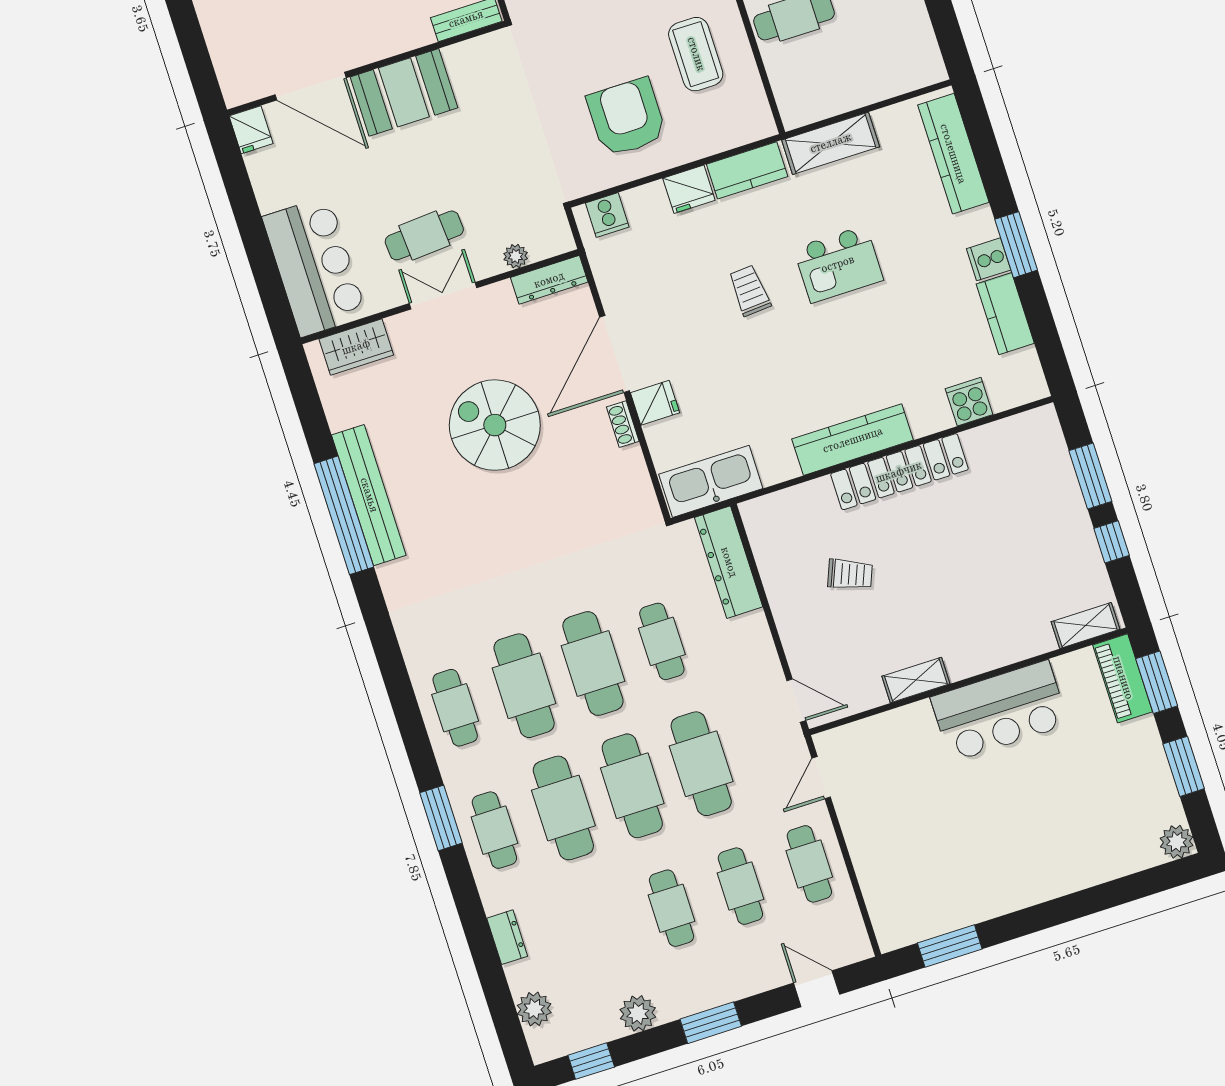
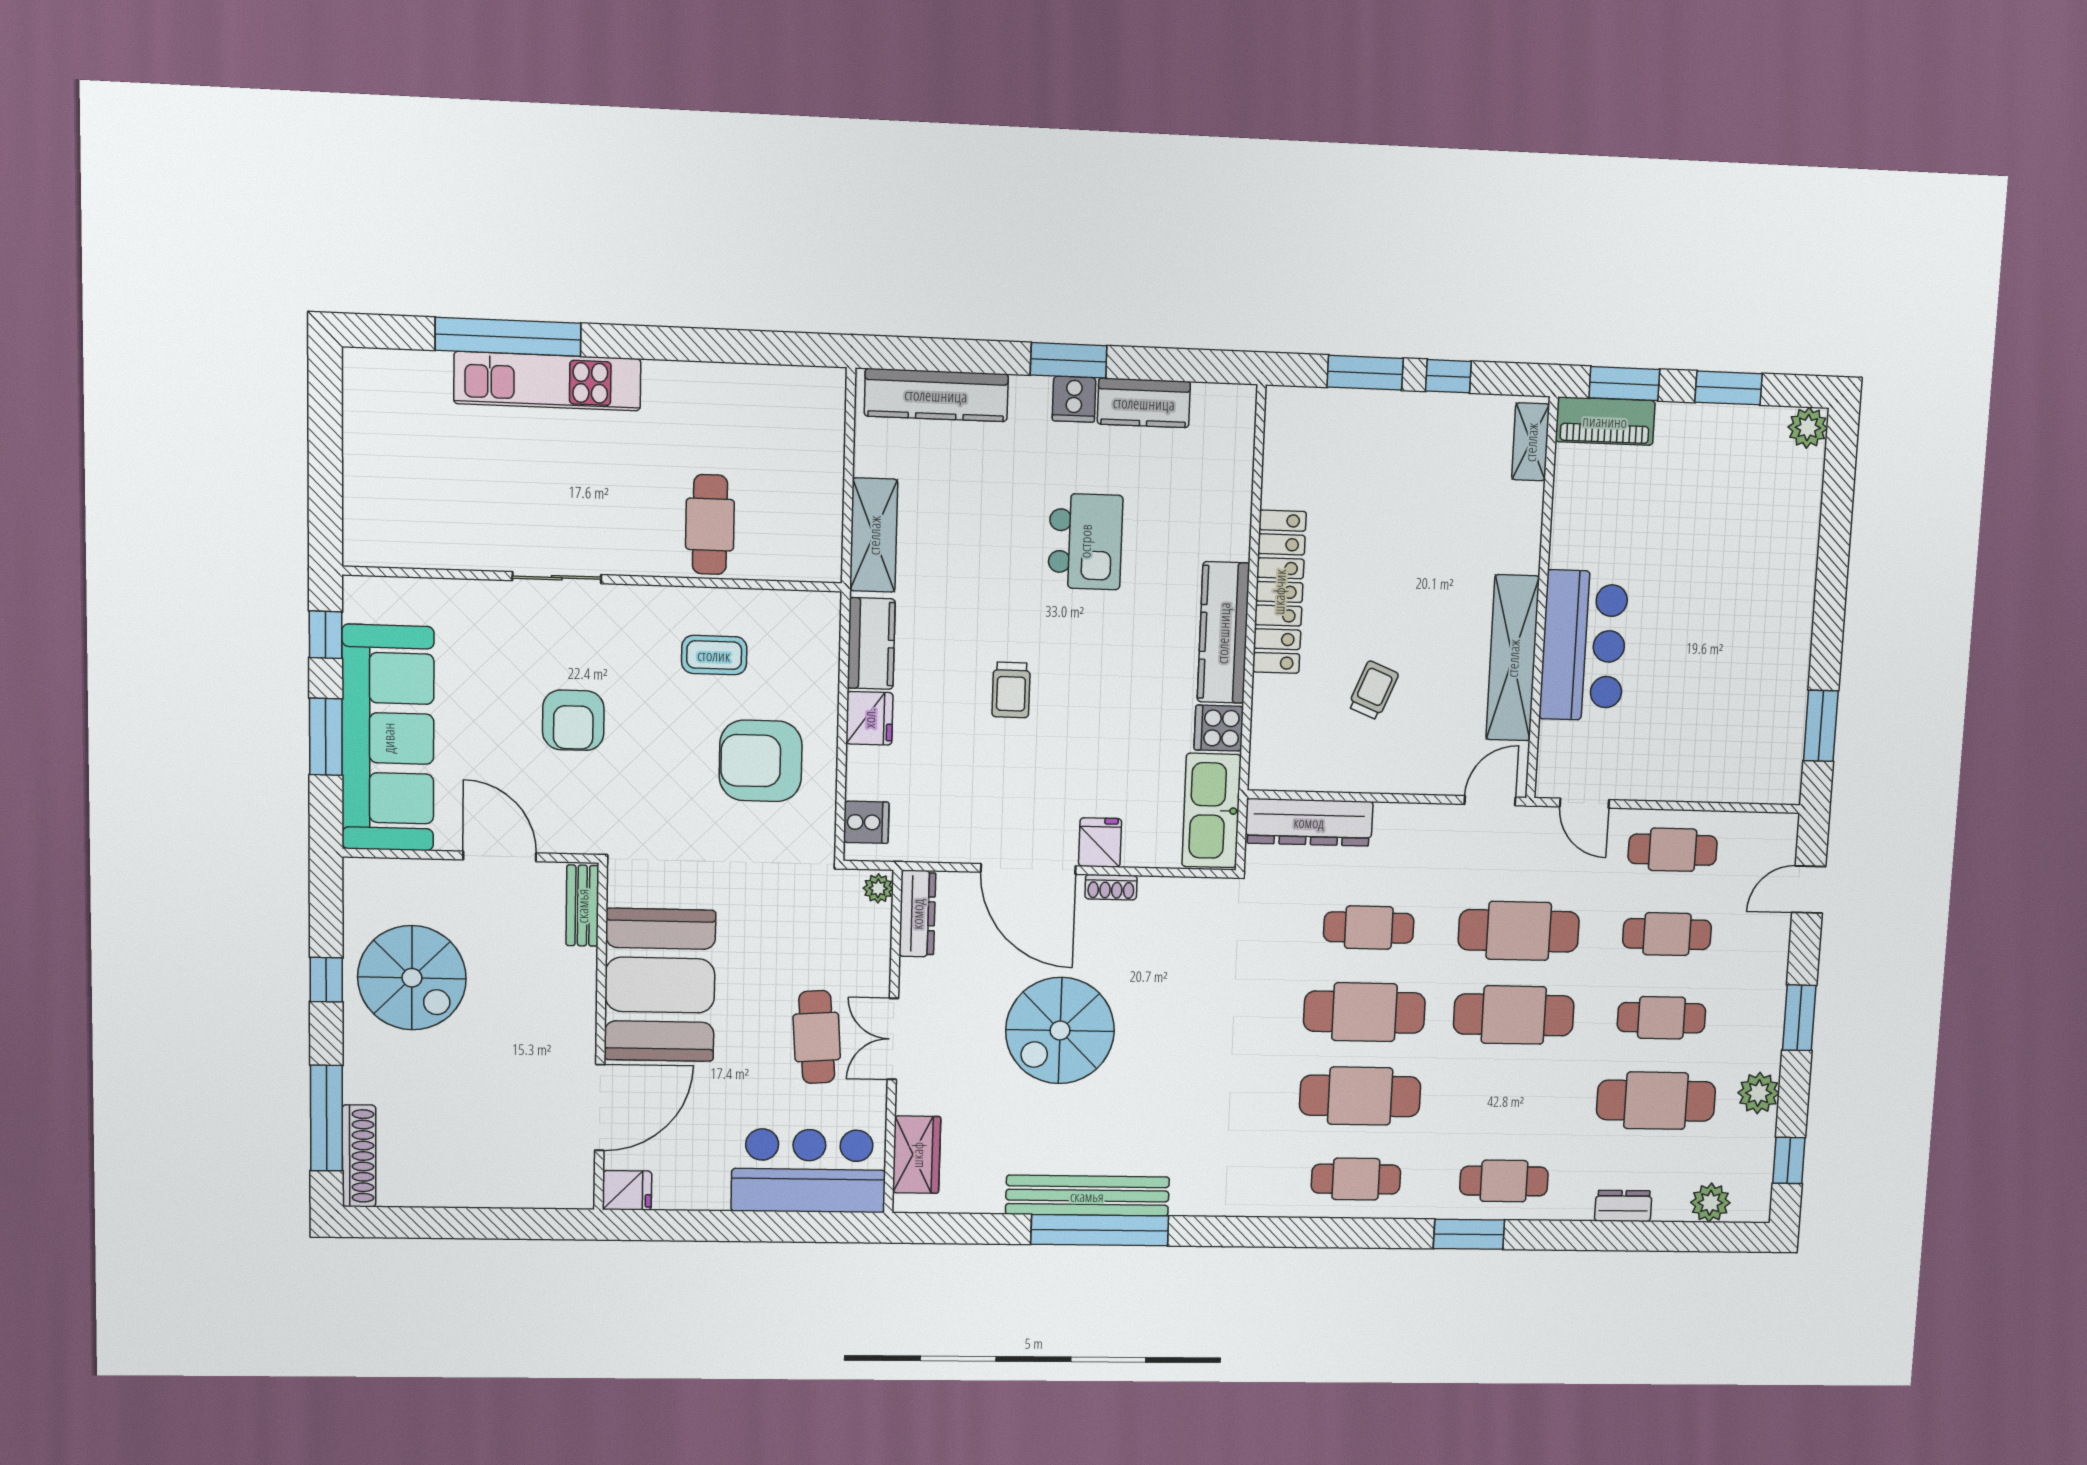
coffee table: (696, 54) -> (714, 655), width x0.73, depth x0.77
booth: (404, 92) -> (660, 985), width x1.36, depth x1.42
plant: (516, 256) -> (878, 888), moved
kitchen island: (838, 264) -> (1085, 541), moved
trolley: (750, 291) -> (1011, 690), turned -86
cooker: (969, 402) -> (1219, 728), moved
shelving: (916, 680) -> (1513, 658), width x2.20, depth x1.33
bar counter: (1000, 711) -> (1584, 646), moved
cafe table: (563, 808) -> (1656, 1101), moved

